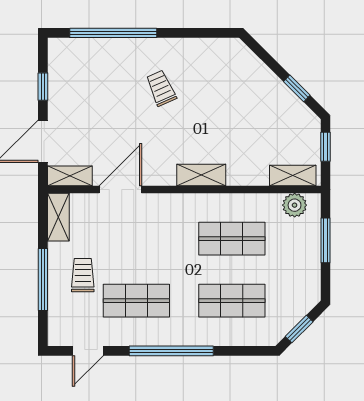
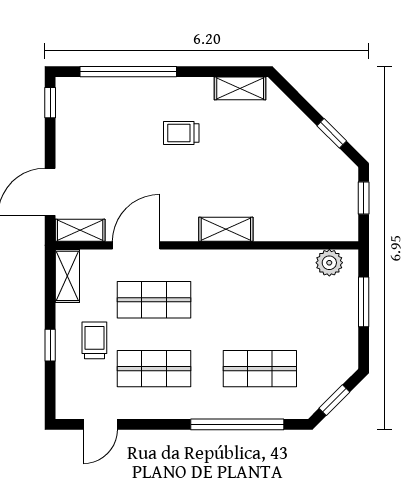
window: (43, 87) -> (50, 103), moved
trolley: (161, 88) -> (181, 133), turned -66
shelving: (293, 176) -> (240, 88), moved
shop shelf: (232, 239) -> (154, 300), moved
window: (43, 279) -> (50, 345), width x0.46
window: (171, 351) -> (237, 424), moved

